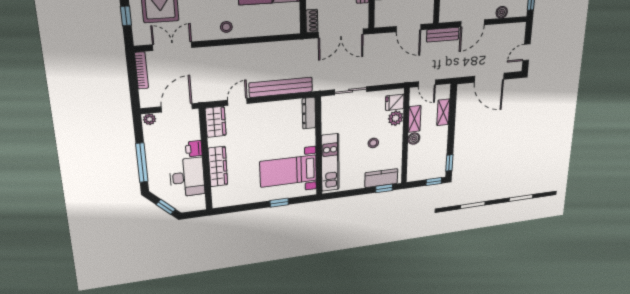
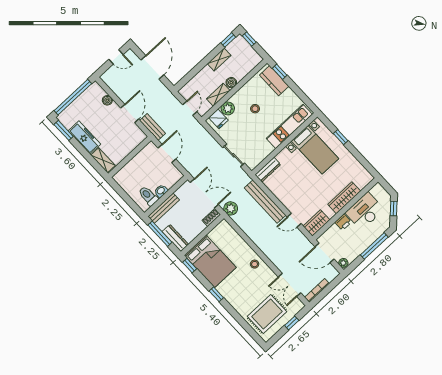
door: (473, 23) -> (130, 114), hinge flipped
plant: (304, 48) -> (231, 208), added
shelving: (443, 112) -> (219, 60), moved

